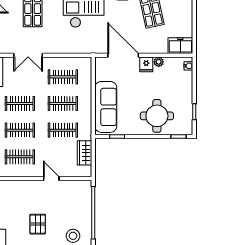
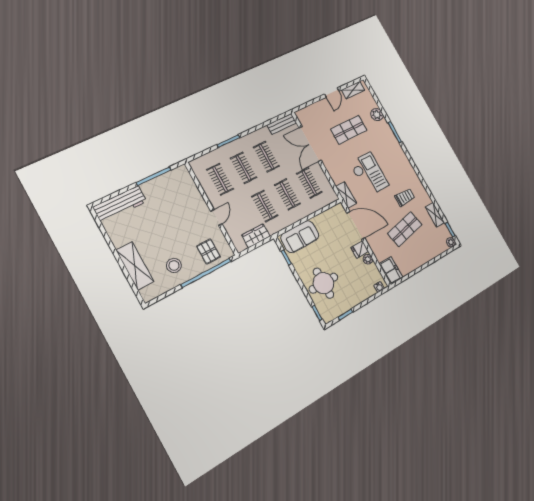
shelving: (91, 48) -> (346, 195), added
double door: (28, 55) -> (310, 144), width x1.37
door: (123, 55) -> (356, 225), hinge flipped
sofa: (106, 107) -> (300, 237), width x0.73
pallet: (38, 224) -> (209, 251), moved, turned 90

